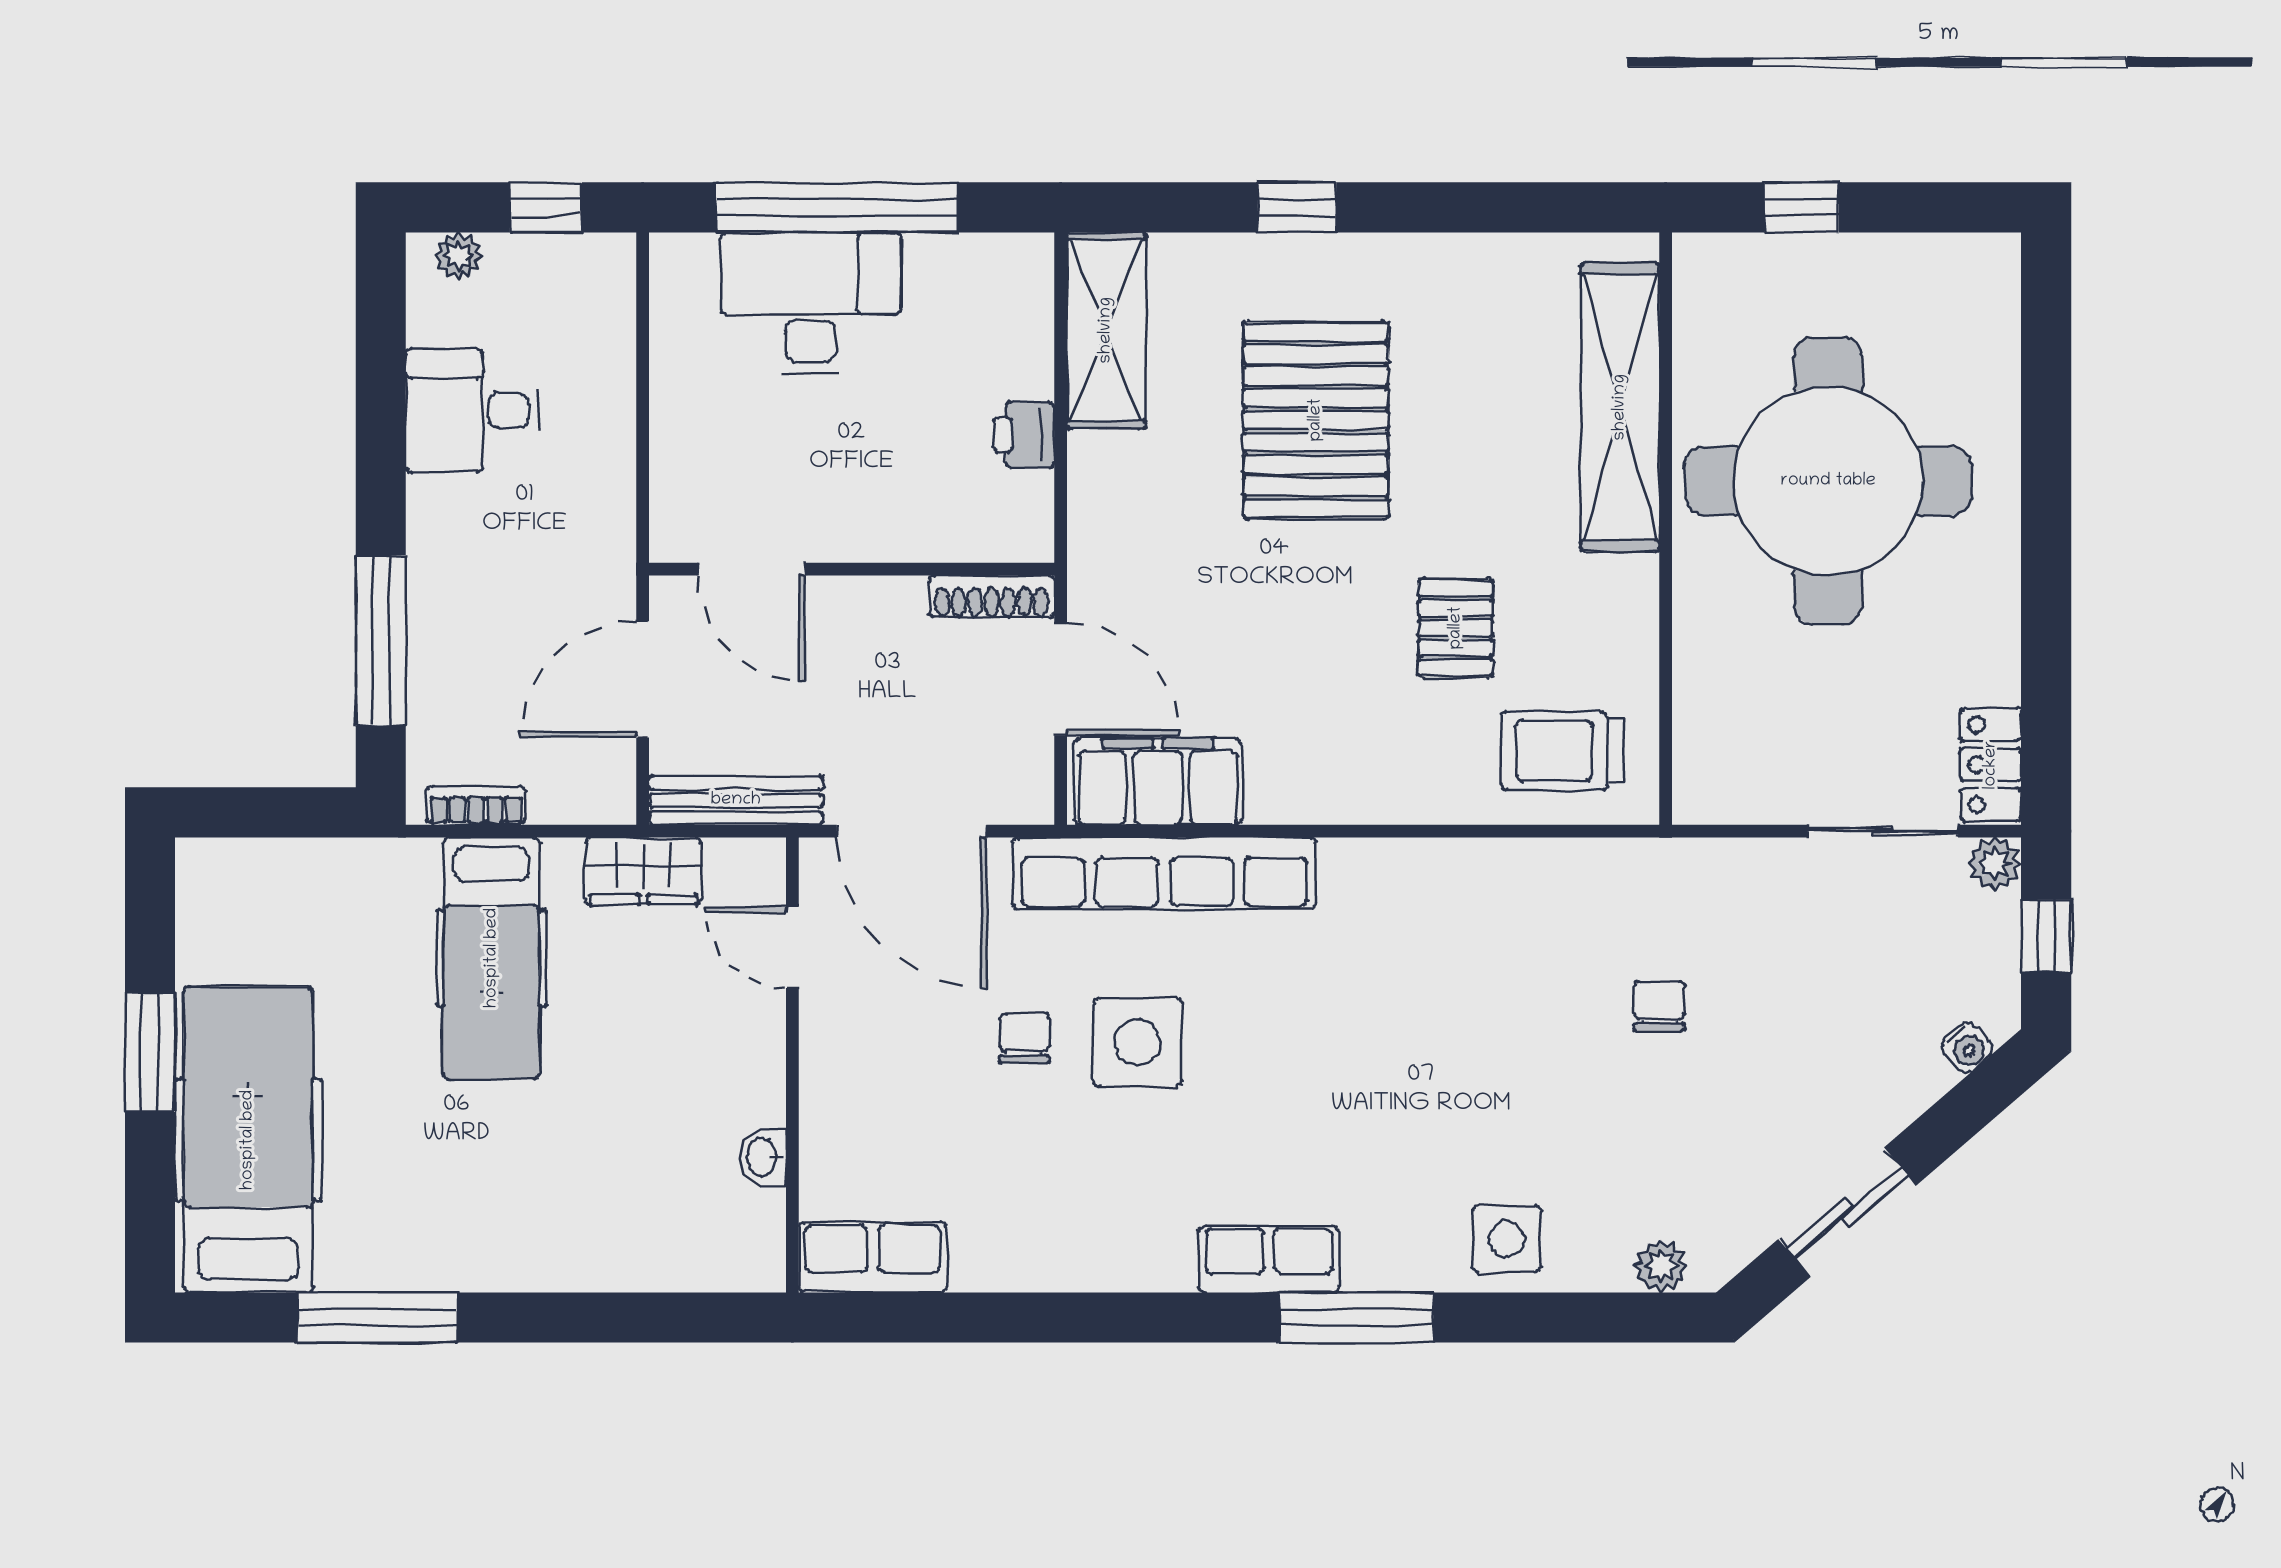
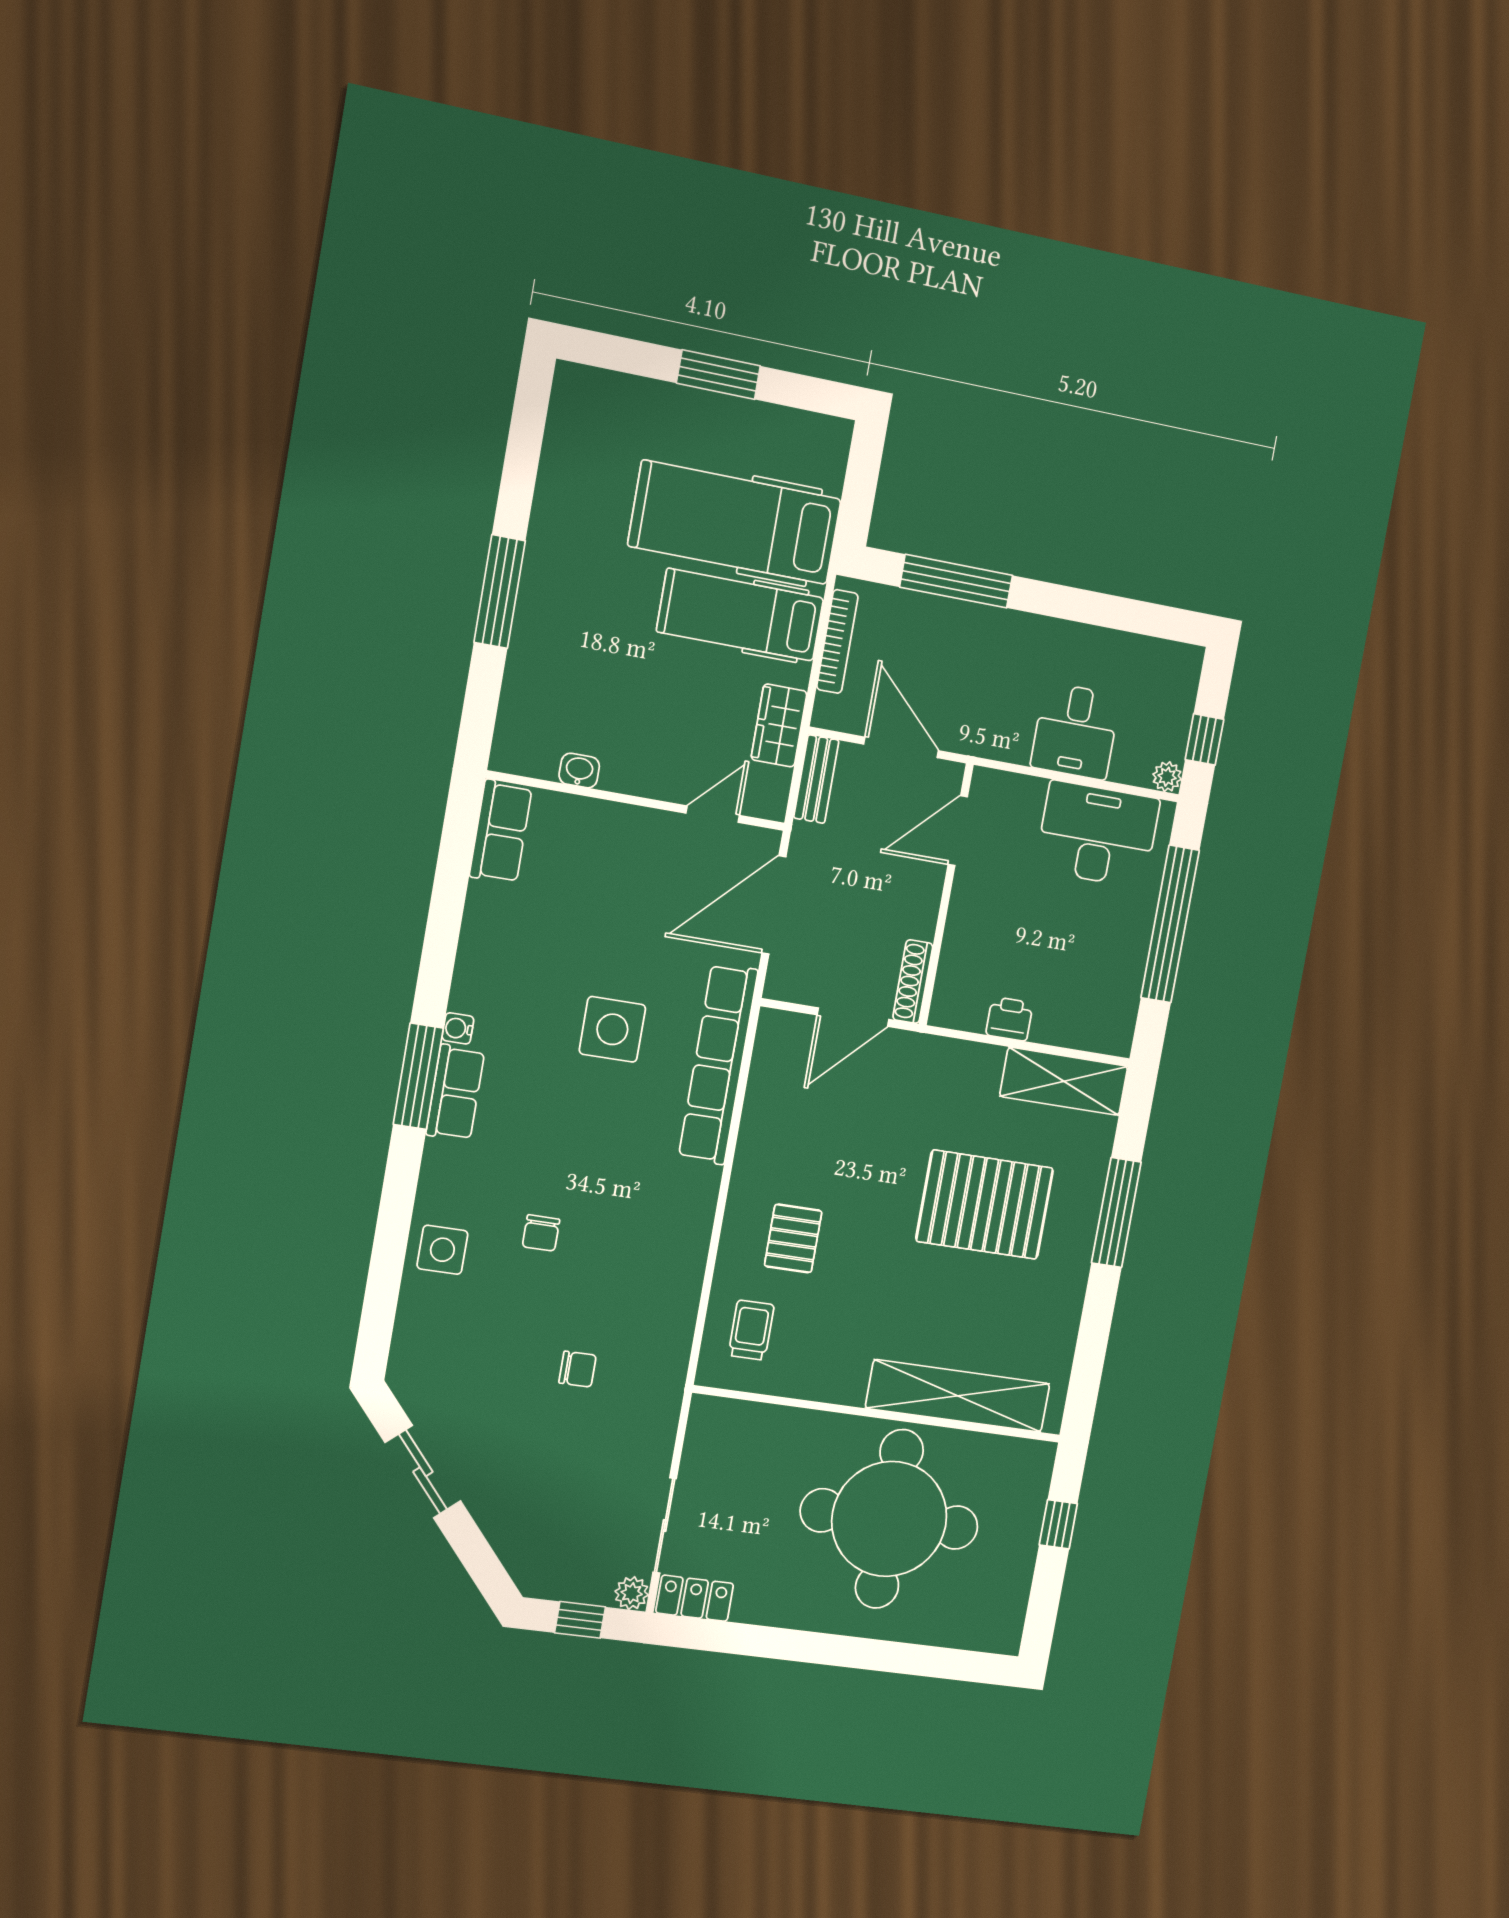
window: (1297, 207) -> (1116, 1213), width x2.17
plant: (459, 256) -> (1167, 777), moved
desk: (811, 303) -> (1098, 834), moved, turned -90
desk: (472, 411) -> (1075, 731), moved, turned 180
pallet: (1456, 628) -> (793, 1238), moved, turned 90
trolley: (1563, 751) -> (751, 1330), width x0.73, depth x0.72
filing cabinet: (1158, 782) -> (777, 1069), removed
bench: (736, 800) -> (816, 779), width x0.73
bookcase: (476, 805) -> (837, 641), width x1.56
chair: (1024, 1038) -> (541, 1233), moved, turned 90
water cooler: (1967, 1048) -> (458, 1028), moved, turned 41
hospital bed: (248, 1140) -> (735, 522), moved, turned 180
plant: (1661, 1266) -> (408, 1347), removed
window: (378, 1318) -> (500, 592), moved
window: (1356, 1318) -> (418, 1076), moved

